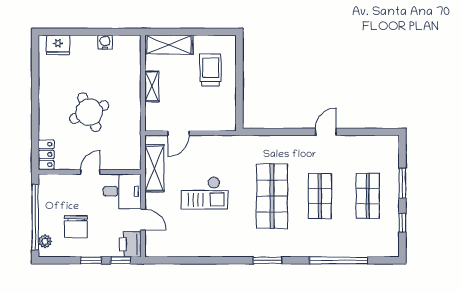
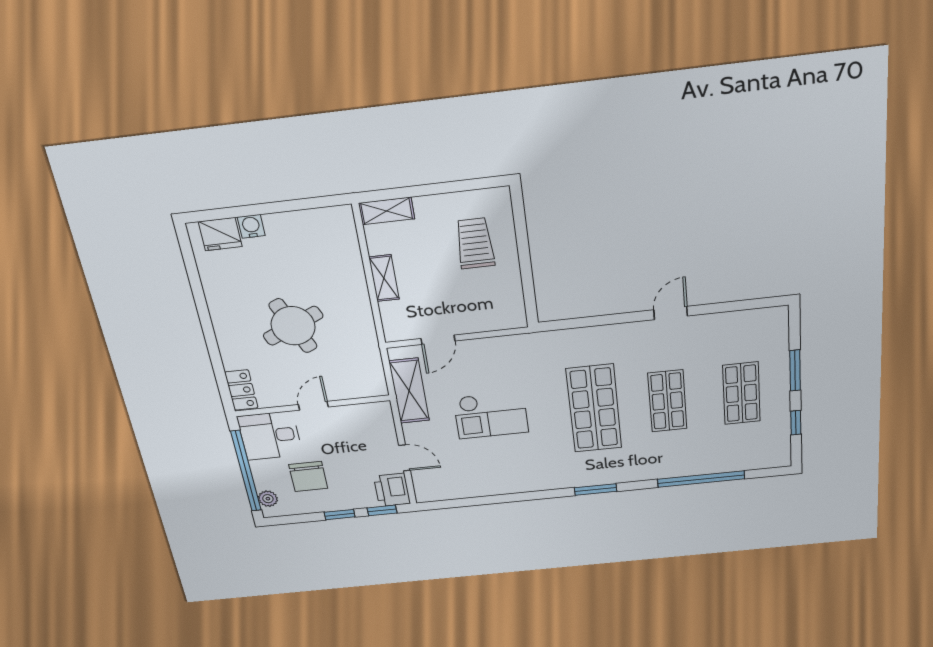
water cooler: (105, 42) -> (251, 226), moved
shelving: (169, 45) -> (387, 211), width x0.67, depth x0.75
desk: (122, 191) -> (270, 436), moved, turned 180

